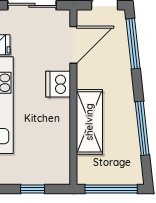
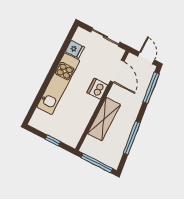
door: (73, 45) -> (117, 71), hinge flipped

